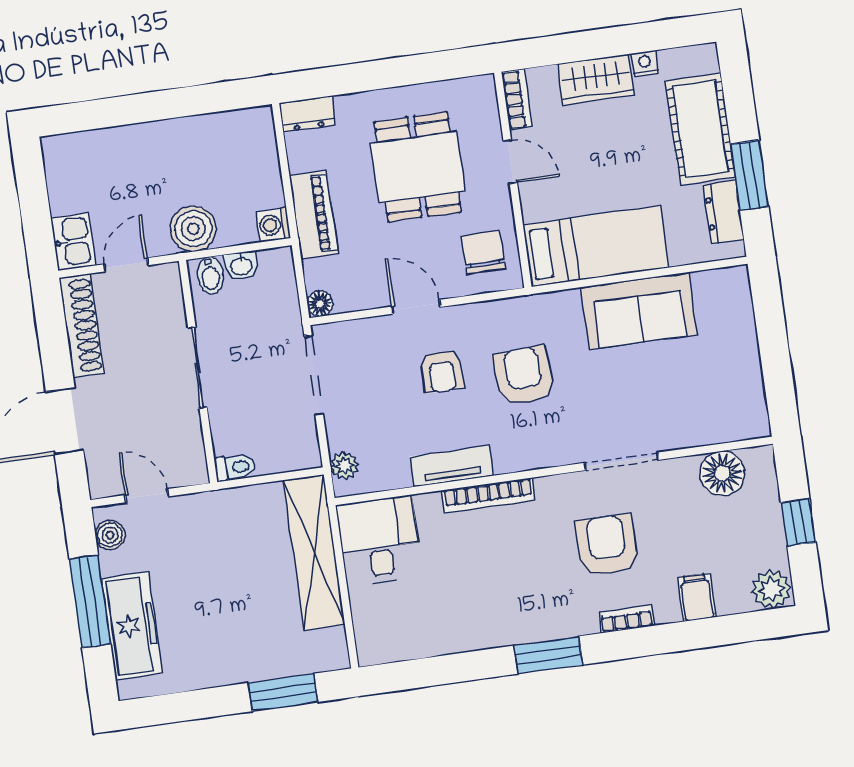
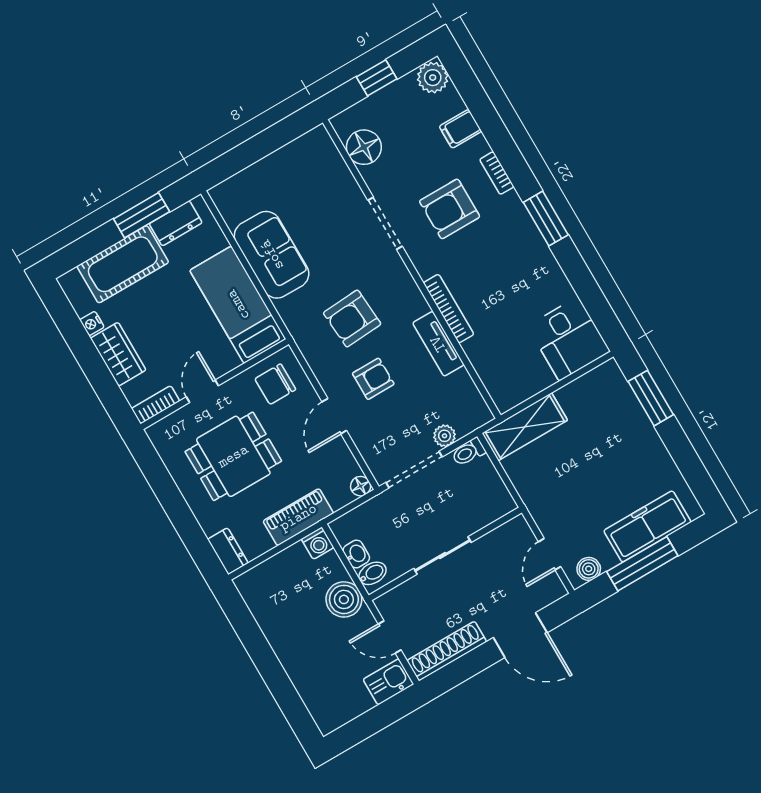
plant: (344, 466) -> (445, 436), moved
toilet: (235, 467) -> (469, 452), moved, turned -90
desk: (379, 541) -> (569, 339), moved, turned -90
shelving: (314, 552) -> (525, 427), width x0.68

